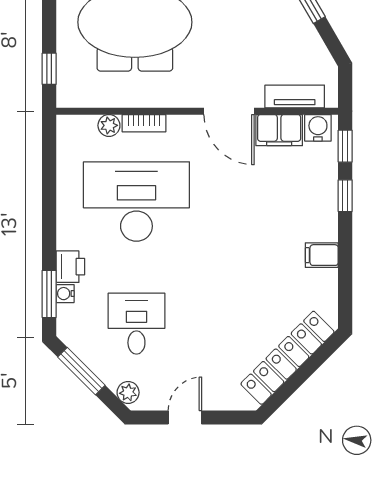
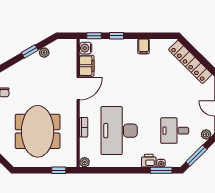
plant: (308, 37) -> (44, 53), added
tv unit: (295, 96) -> (71, 59), removed
plant: (109, 125) -> (85, 162), moved

